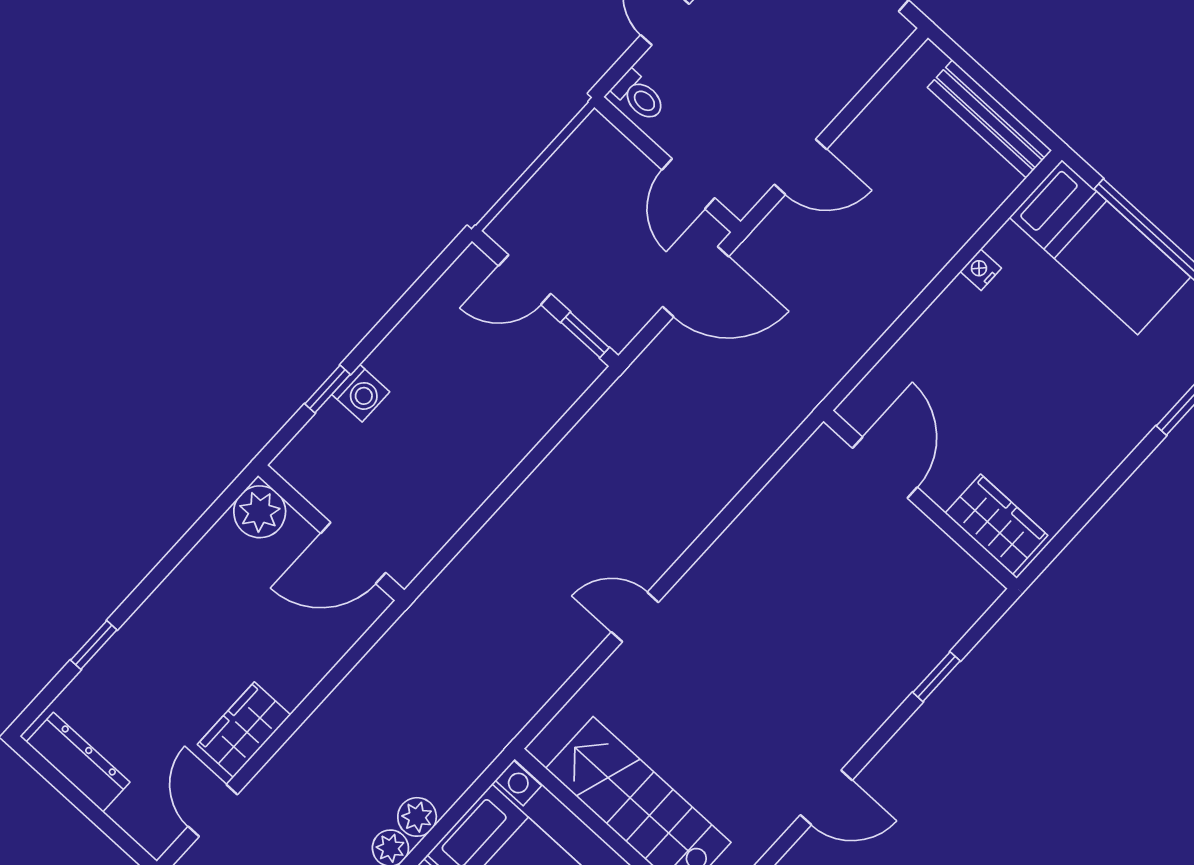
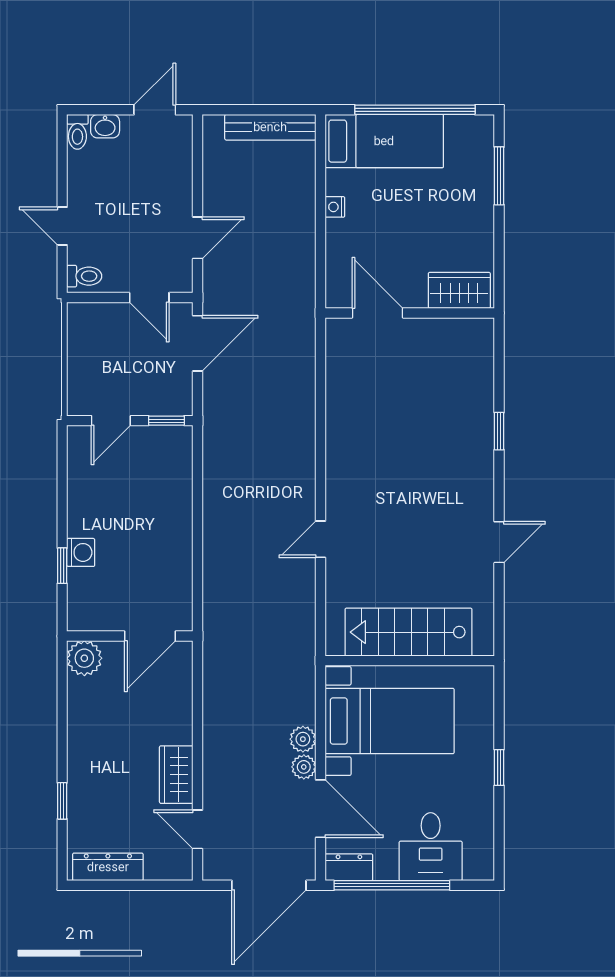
door: (885, 468) -> (377, 313), moved
wall: (920, 500) -> (410, 313), moved
wardrobe: (996, 524) -> (459, 290), moved

